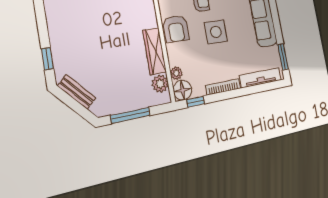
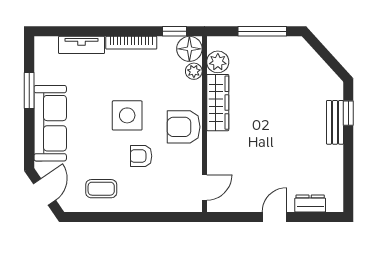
armchair: (176, 29) -> (184, 127), turned -90
window: (283, 57) -> (29, 91), moved
tv unit: (260, 78) -> (82, 45), width x0.71
bench: (77, 92) -> (335, 122), moved, turned 42

